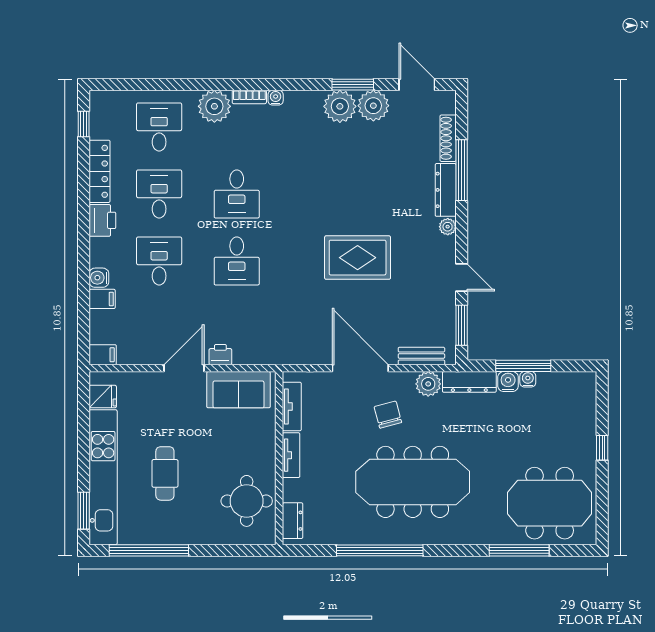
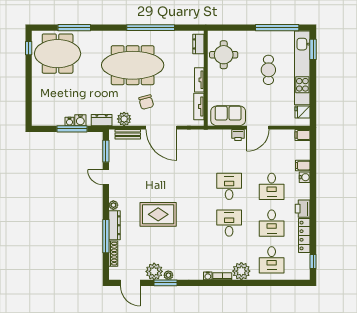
plant: (340, 106) -> (168, 275), width x0.53, depth x0.53
rug: (358, 258) -> (158, 214), moved
dresser: (469, 382) -> (102, 120), width x0.70
window: (602, 448) -> (29, 48), moved

